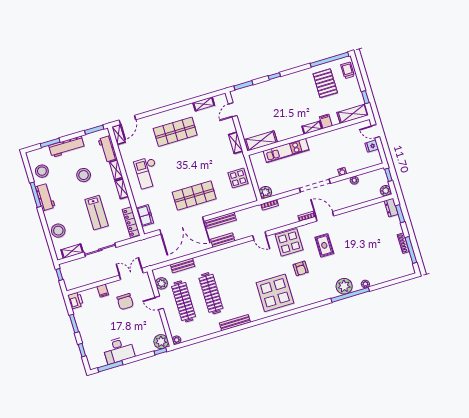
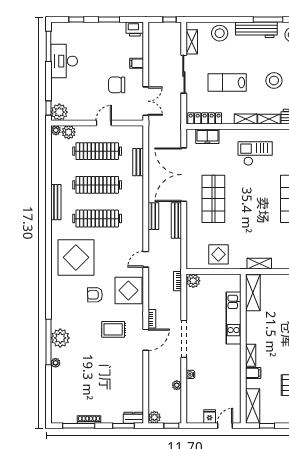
workbench: (45, 197) -> (256, 30), width x1.38
plant: (161, 283) -> (69, 132), moved
clothes rail: (238, 285) -> (97, 219), added

